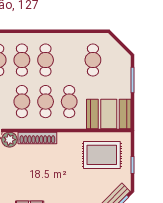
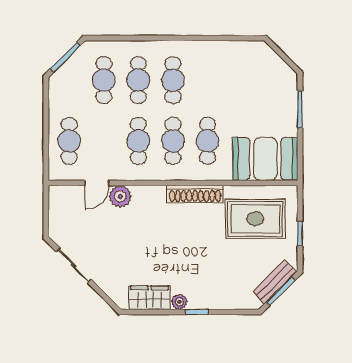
cafe table: (93, 60) -> (242, 80), removed
shoe rack: (37, 138) -> (195, 194), moved

